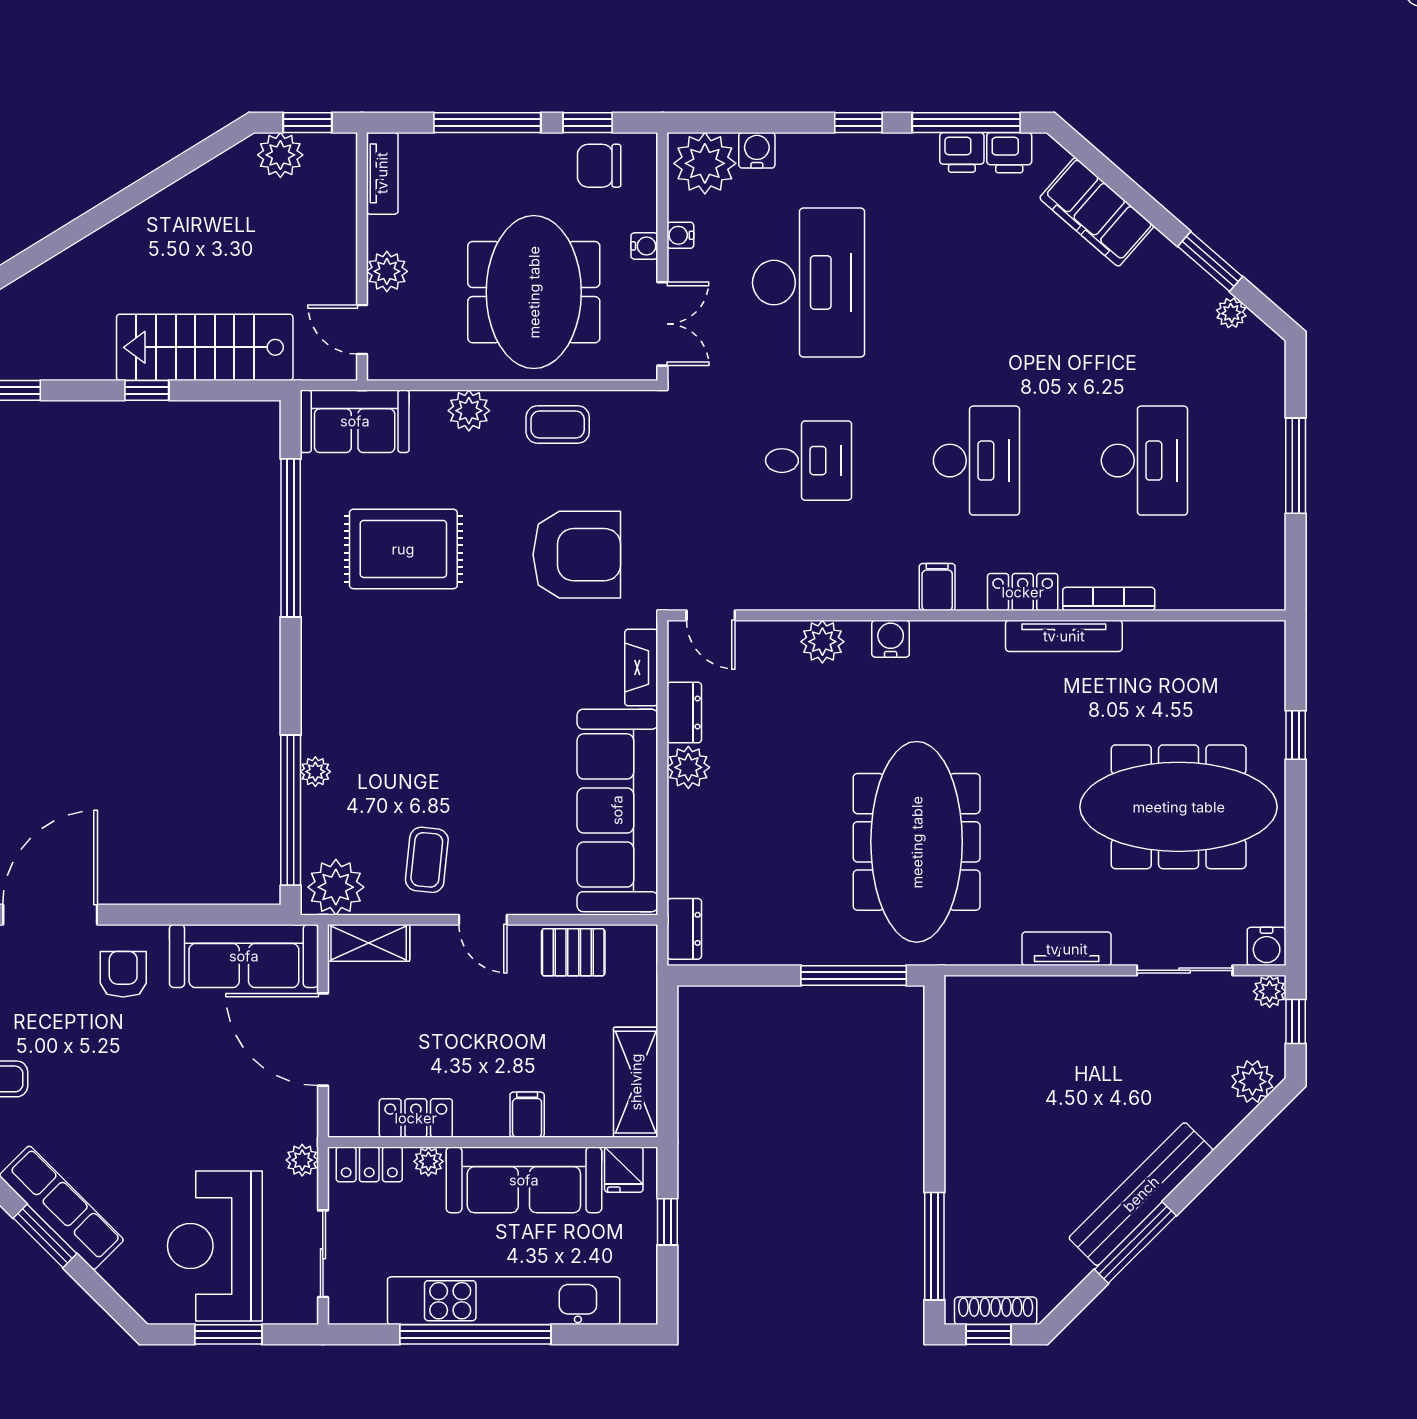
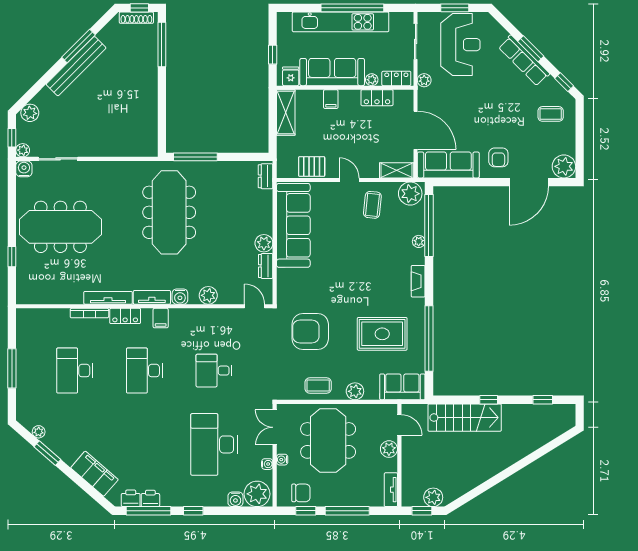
fireplace: (641, 668) -> (418, 281), moved, turned 180
tv unit: (1067, 949) -> (152, 297), moved, turned 180

